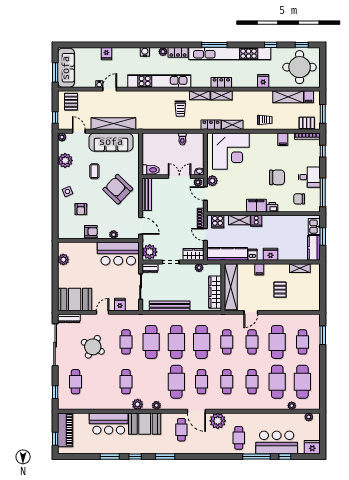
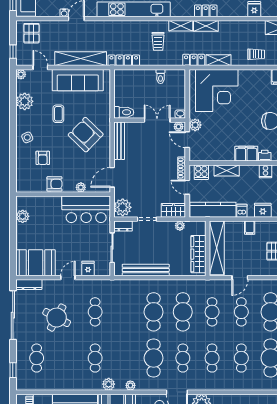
locker: (151, 125) -> (124, 60), added
cooker: (256, 221) -> (265, 171), moved
door: (141, 226) -> (112, 177), swing flipped
cafe table: (151, 342) -> (124, 312), removed

